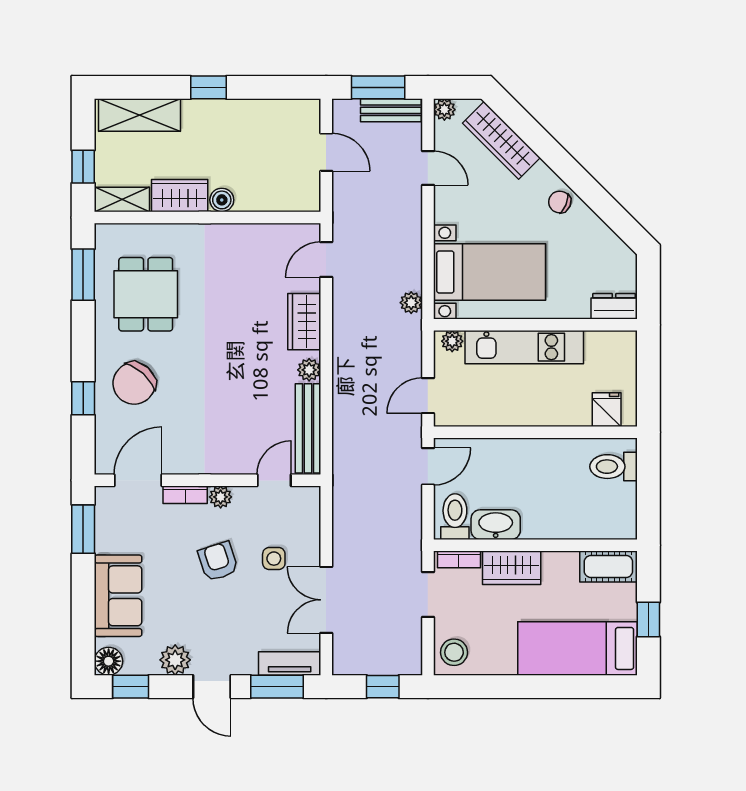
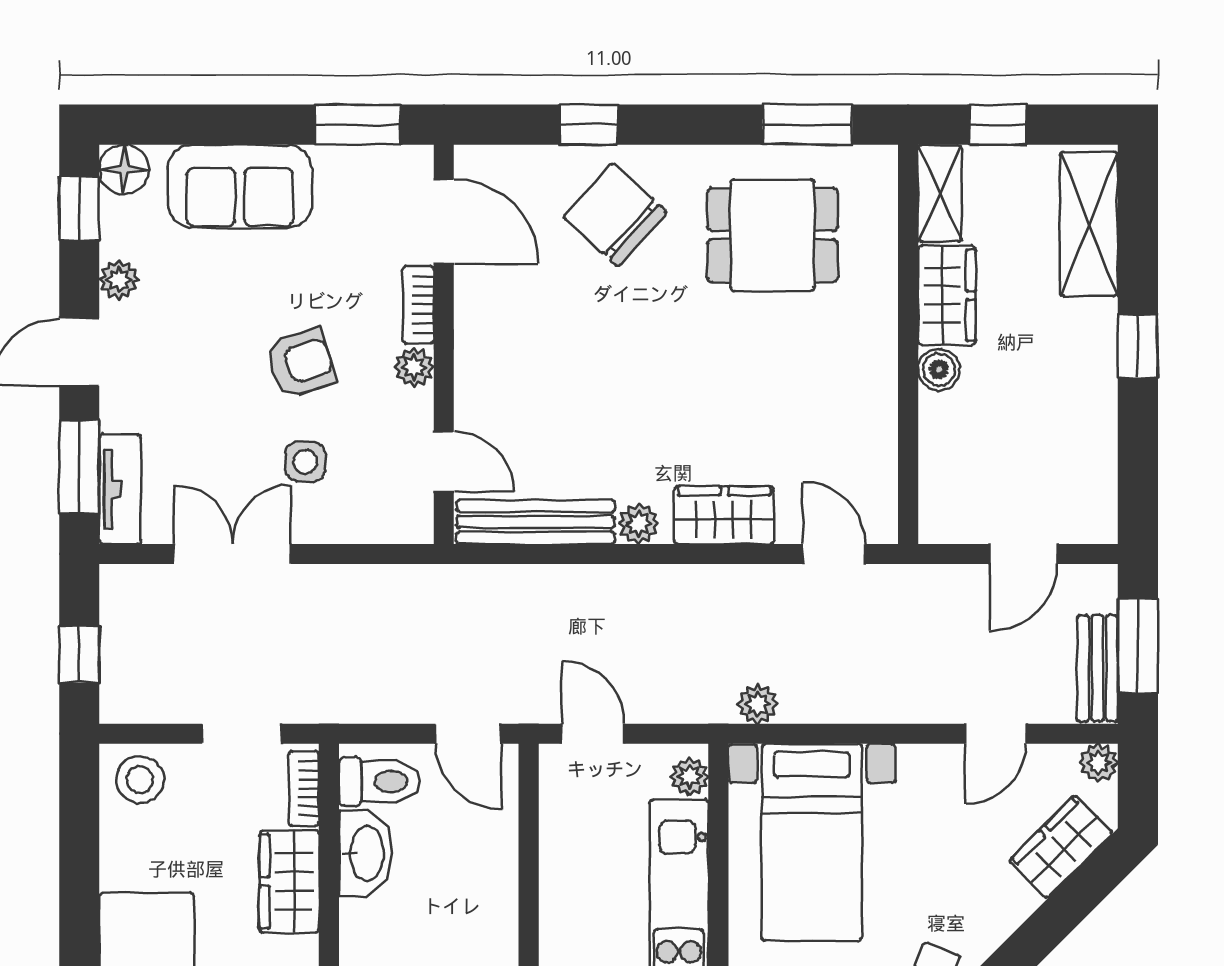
wardrobe: (501, 140) -> (1061, 847), width x0.67
plant: (175, 660) -> (119, 280), width x0.73, depth x0.73

